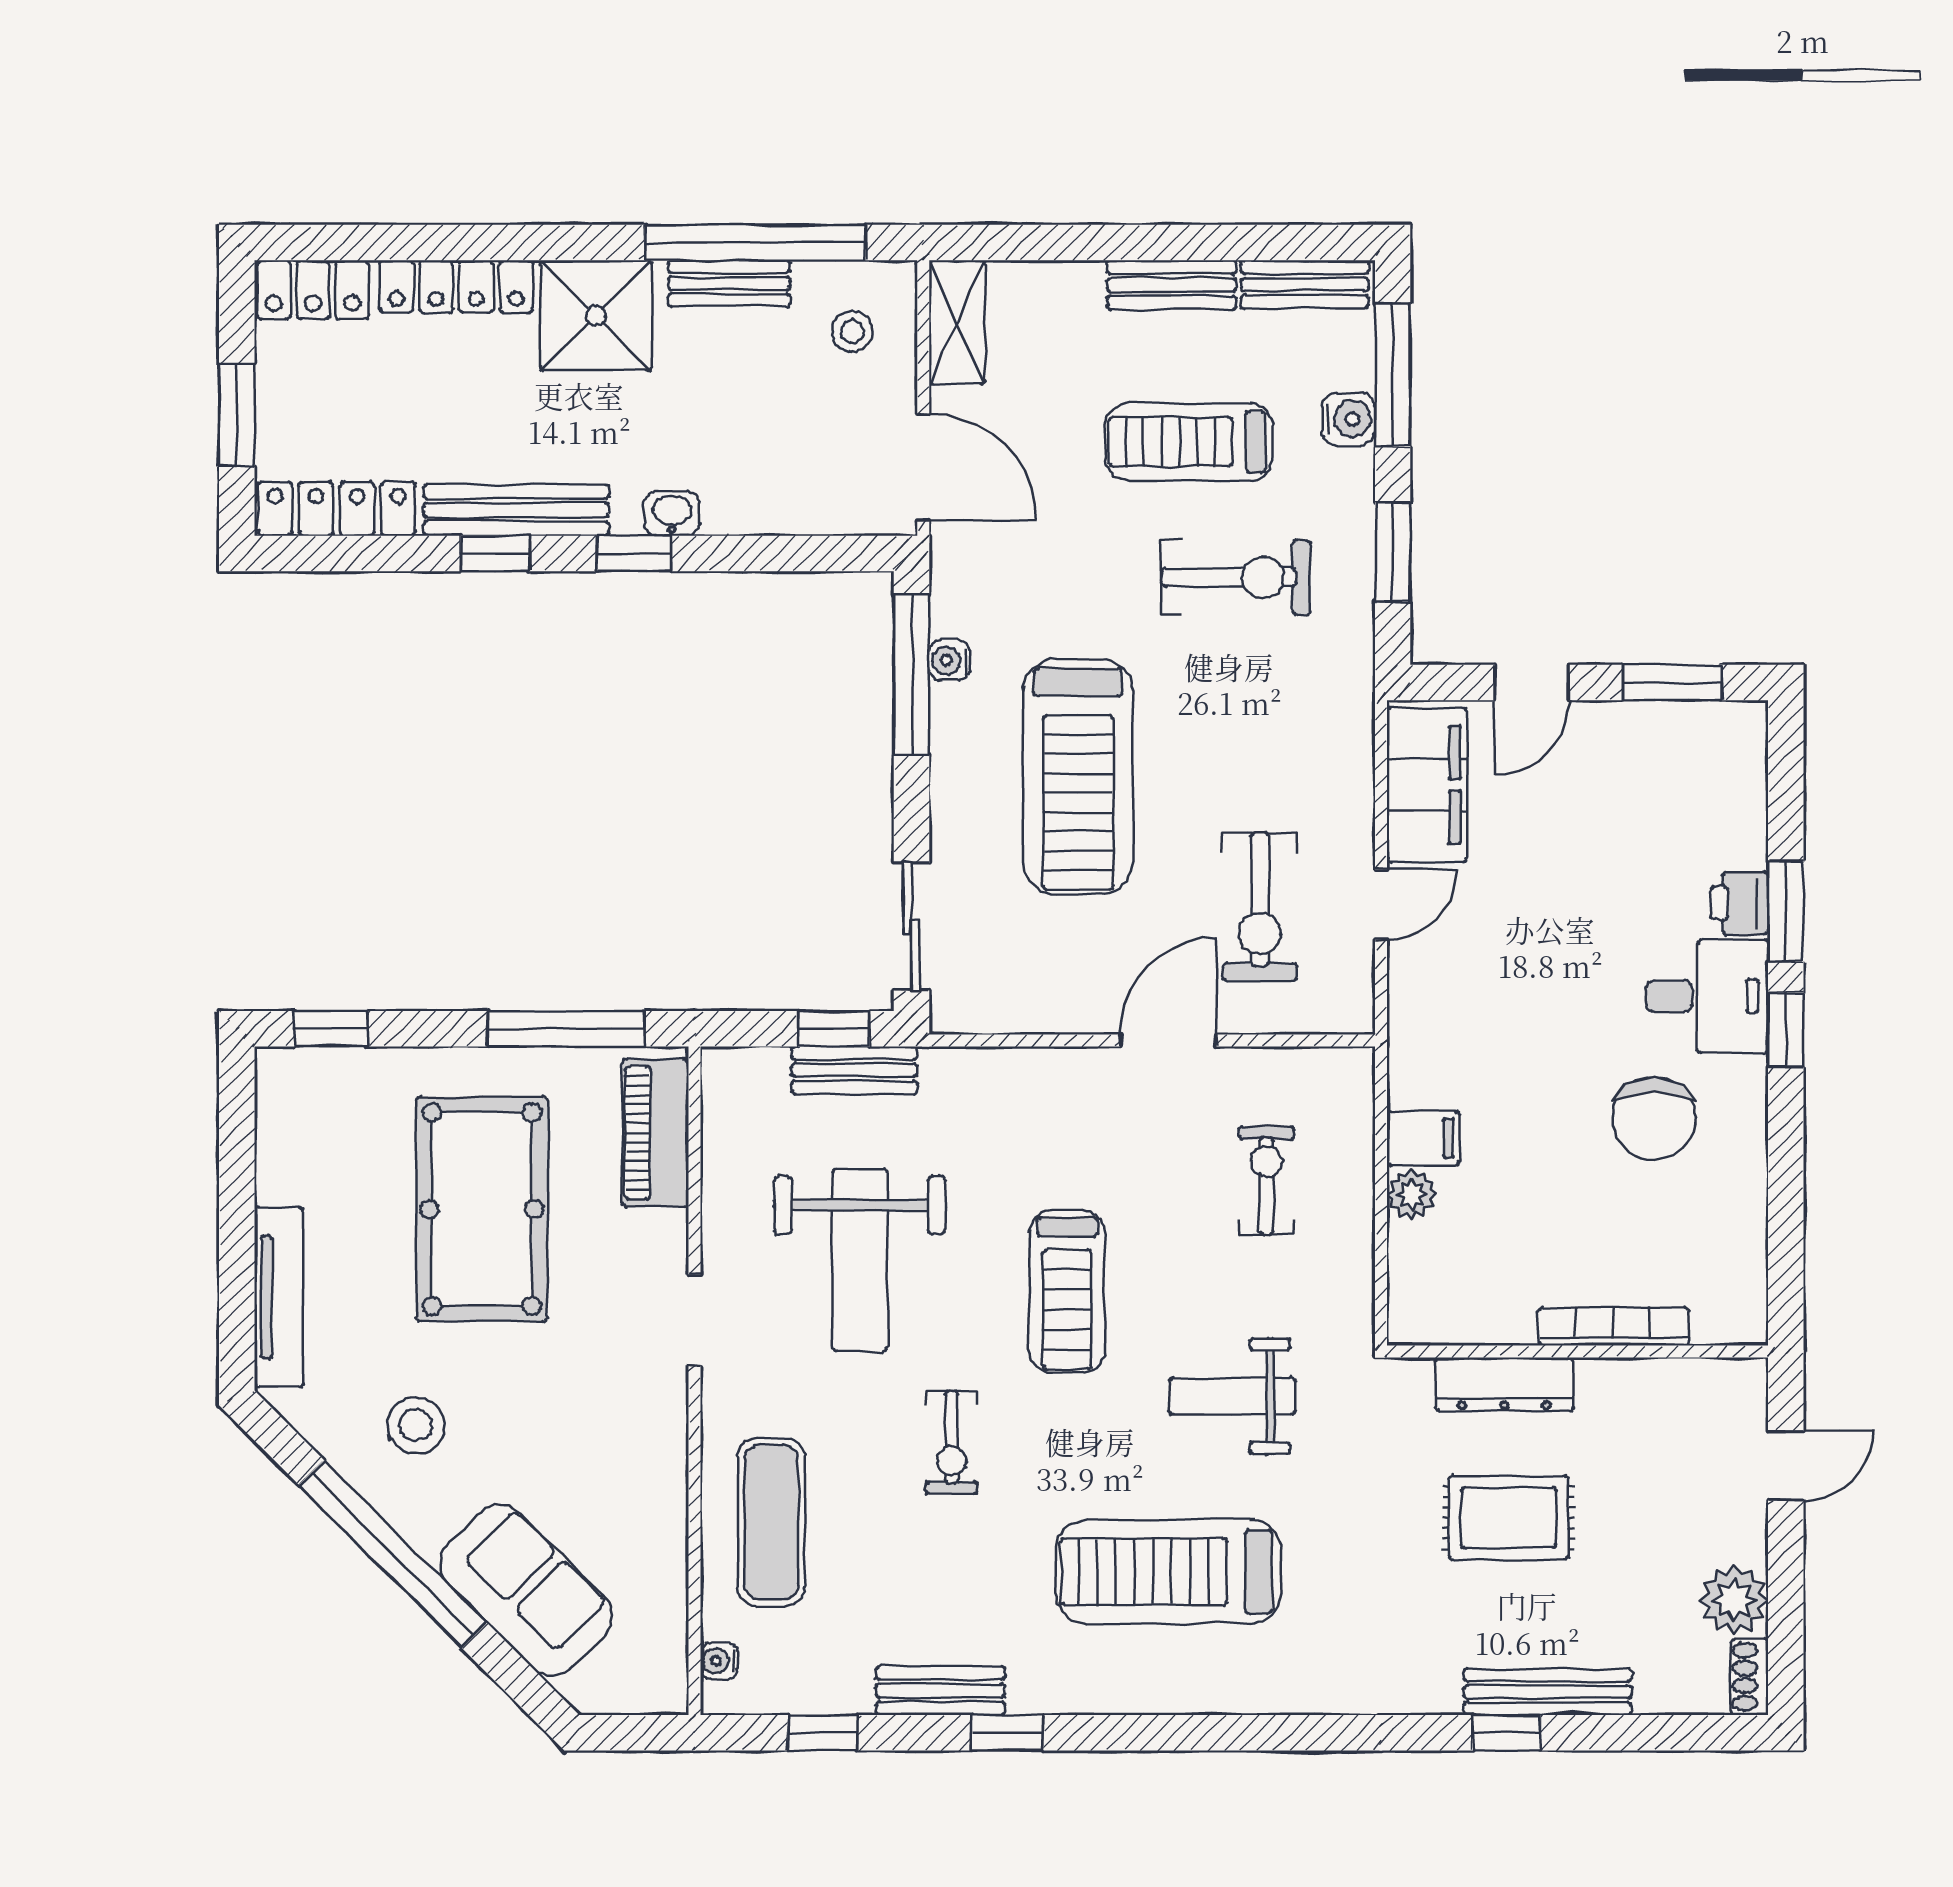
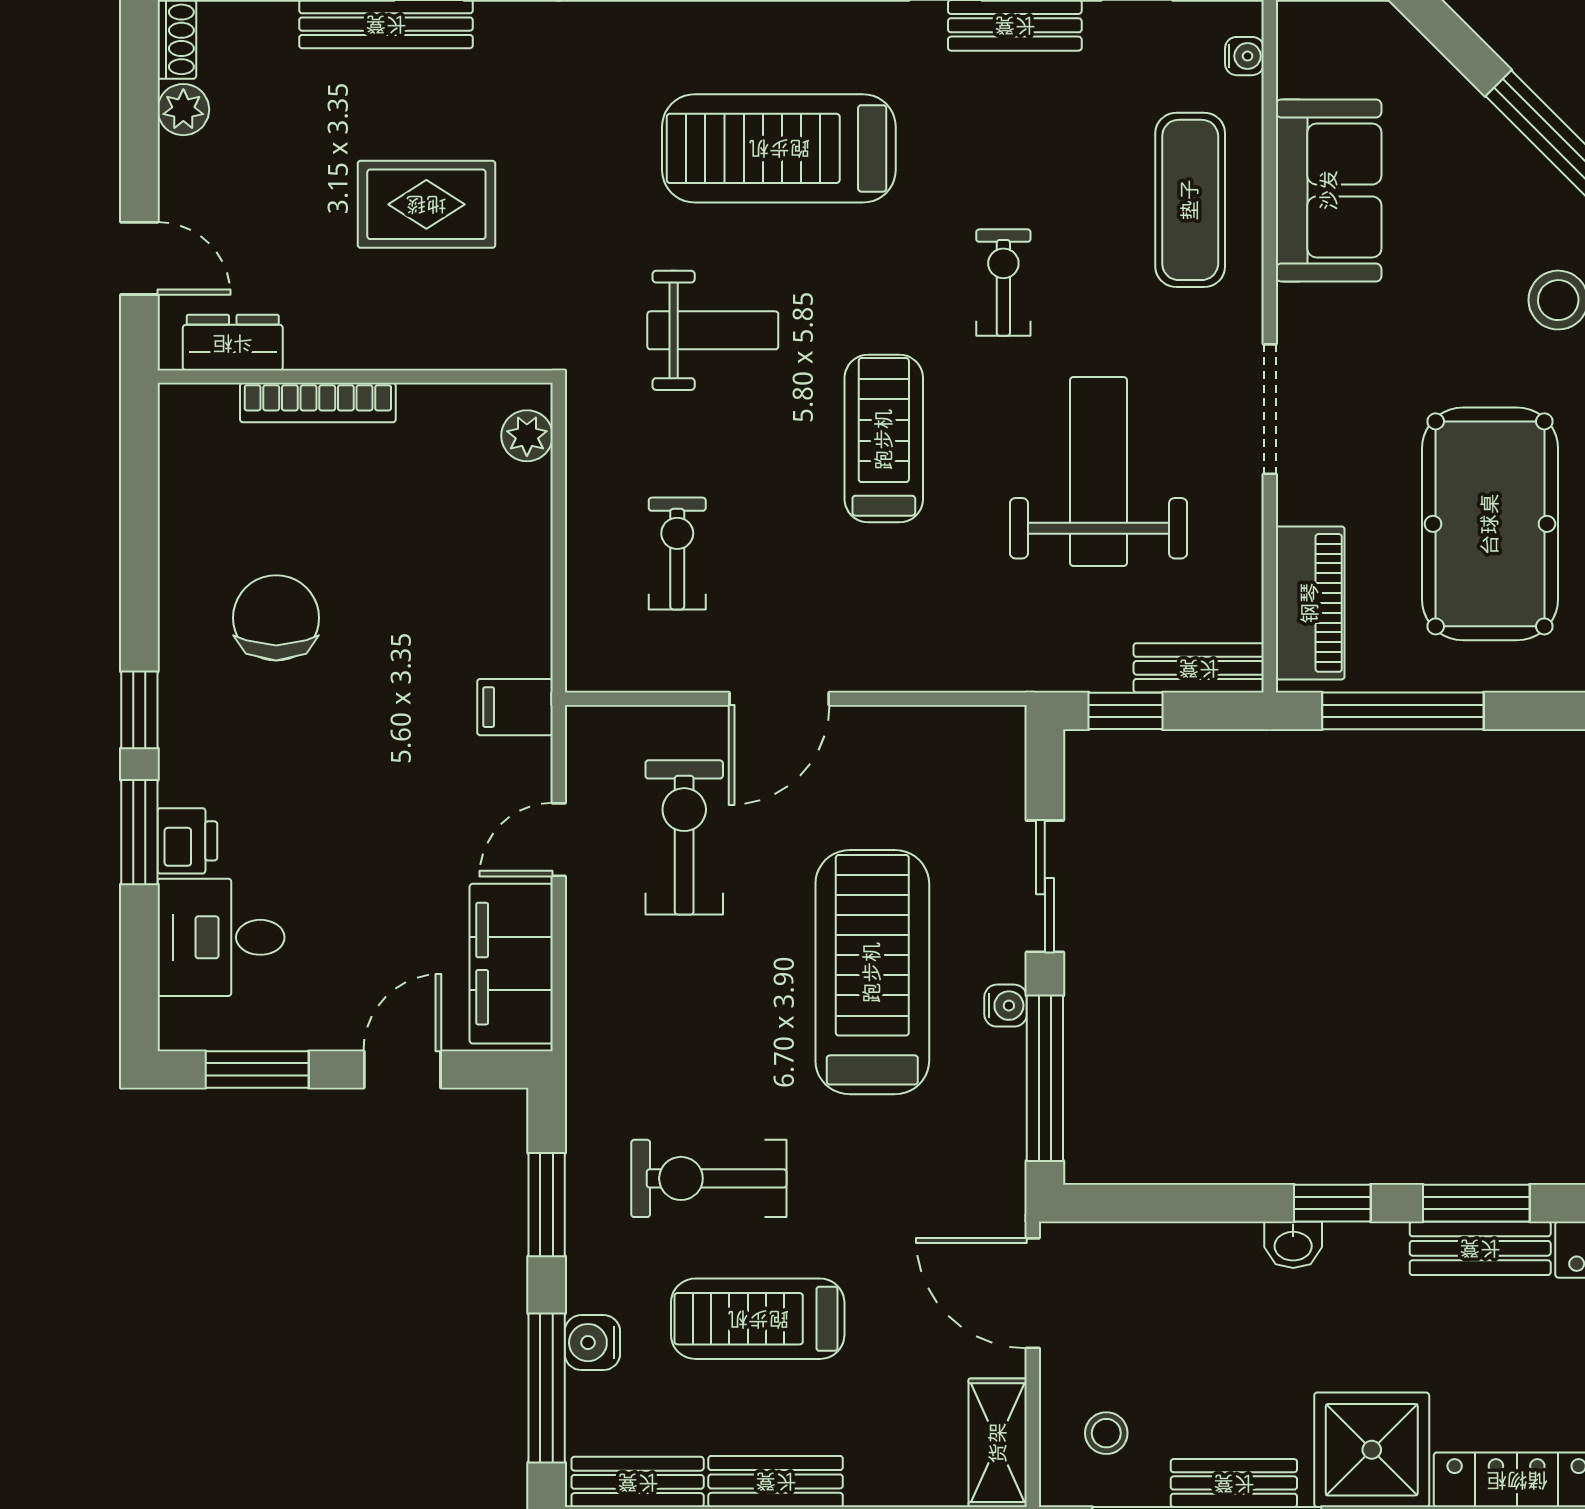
treadmill: (1189, 442) -> (758, 1319), turned 180
bench: (516, 510) -> (1480, 1248), width x0.73
window: (495, 553) -> (1476, 1203), width x1.50
water cooler: (950, 660) -> (1006, 1006), moved
sliding door: (912, 927) -> (1045, 886), moved
desk: (1707, 996) -> (221, 937), moved
bench: (854, 1070) -> (1199, 668), moved
filing cabinet: (1423, 1138) -> (515, 707), moved
exercise bike: (1267, 1181) -> (677, 554), turned 180
plant: (1412, 1195) -> (527, 436), moved
doorway: (694, 1320) -> (1270, 409), width x1.38
dresser: (1504, 1384) -> (233, 343), moved, width x0.70
door: (1786, 1466) -> (139, 258), swing flipped
treadmill: (1168, 1572) -> (779, 148), turned 180
sofa: (526, 1590) -> (1329, 190), moved, turned -135
plant: (1734, 1600) -> (183, 110), width x0.73, depth x0.73

